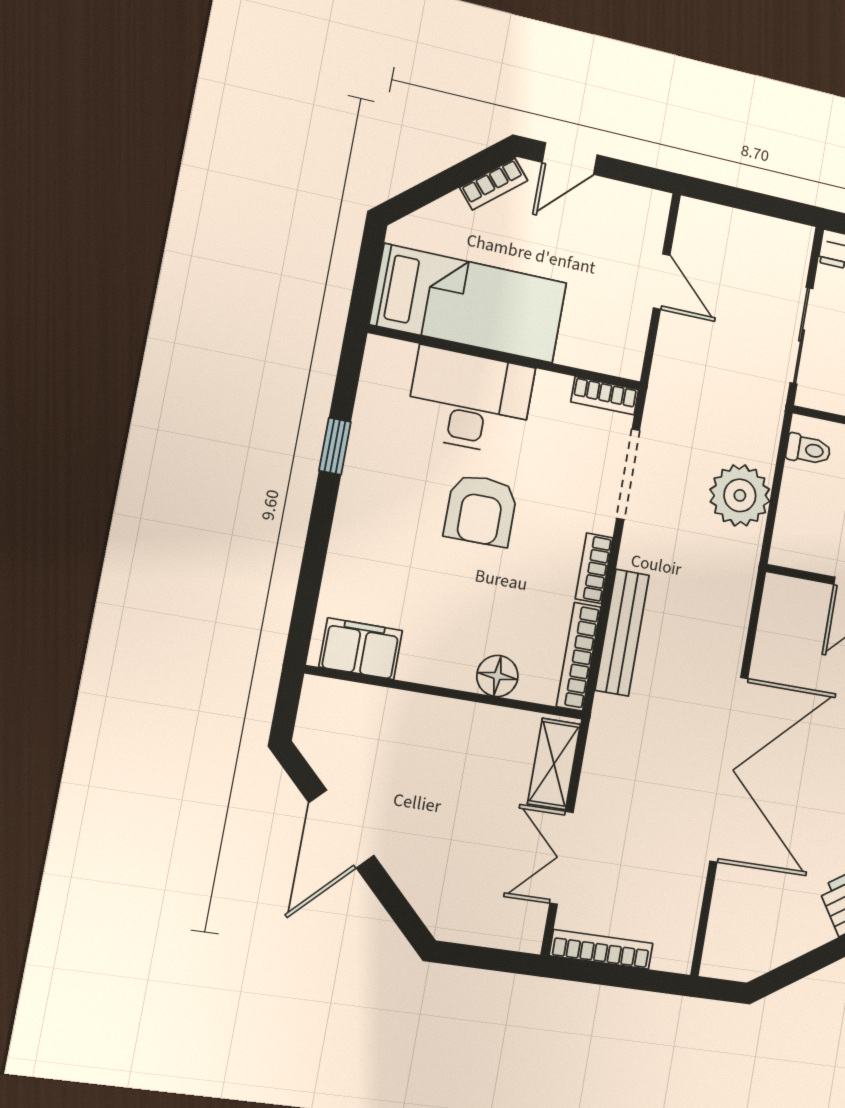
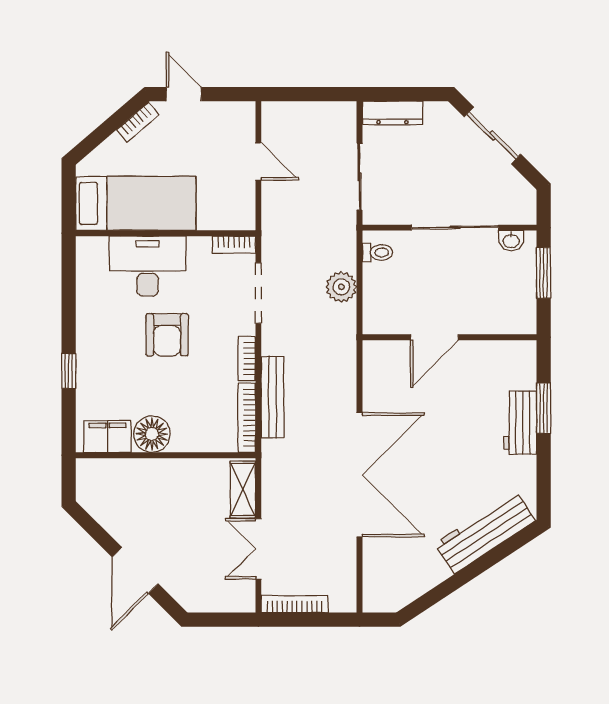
door: (570, 159) -> (184, 94), swing flipped
window: (335, 446) -> (69, 371), moved
plant: (740, 495) -> (341, 287), width x0.73, depth x0.73
floor lamp: (497, 676) -> (152, 434), moved, width x1.38, depth x1.38
door: (341, 829) -> (135, 570), moved

